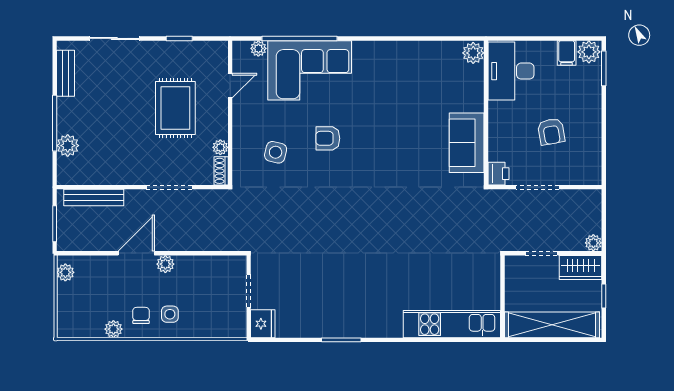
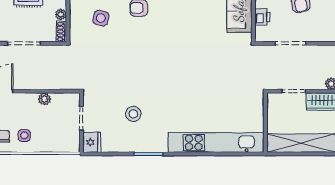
printer: (499, 174) -> (262, 17), moved
plant: (165, 264) -> (44, 99), moved
stool: (320, 285) -> (133, 114), added
kitchen unit: (452, 324) -> (216, 143), width x1.36

